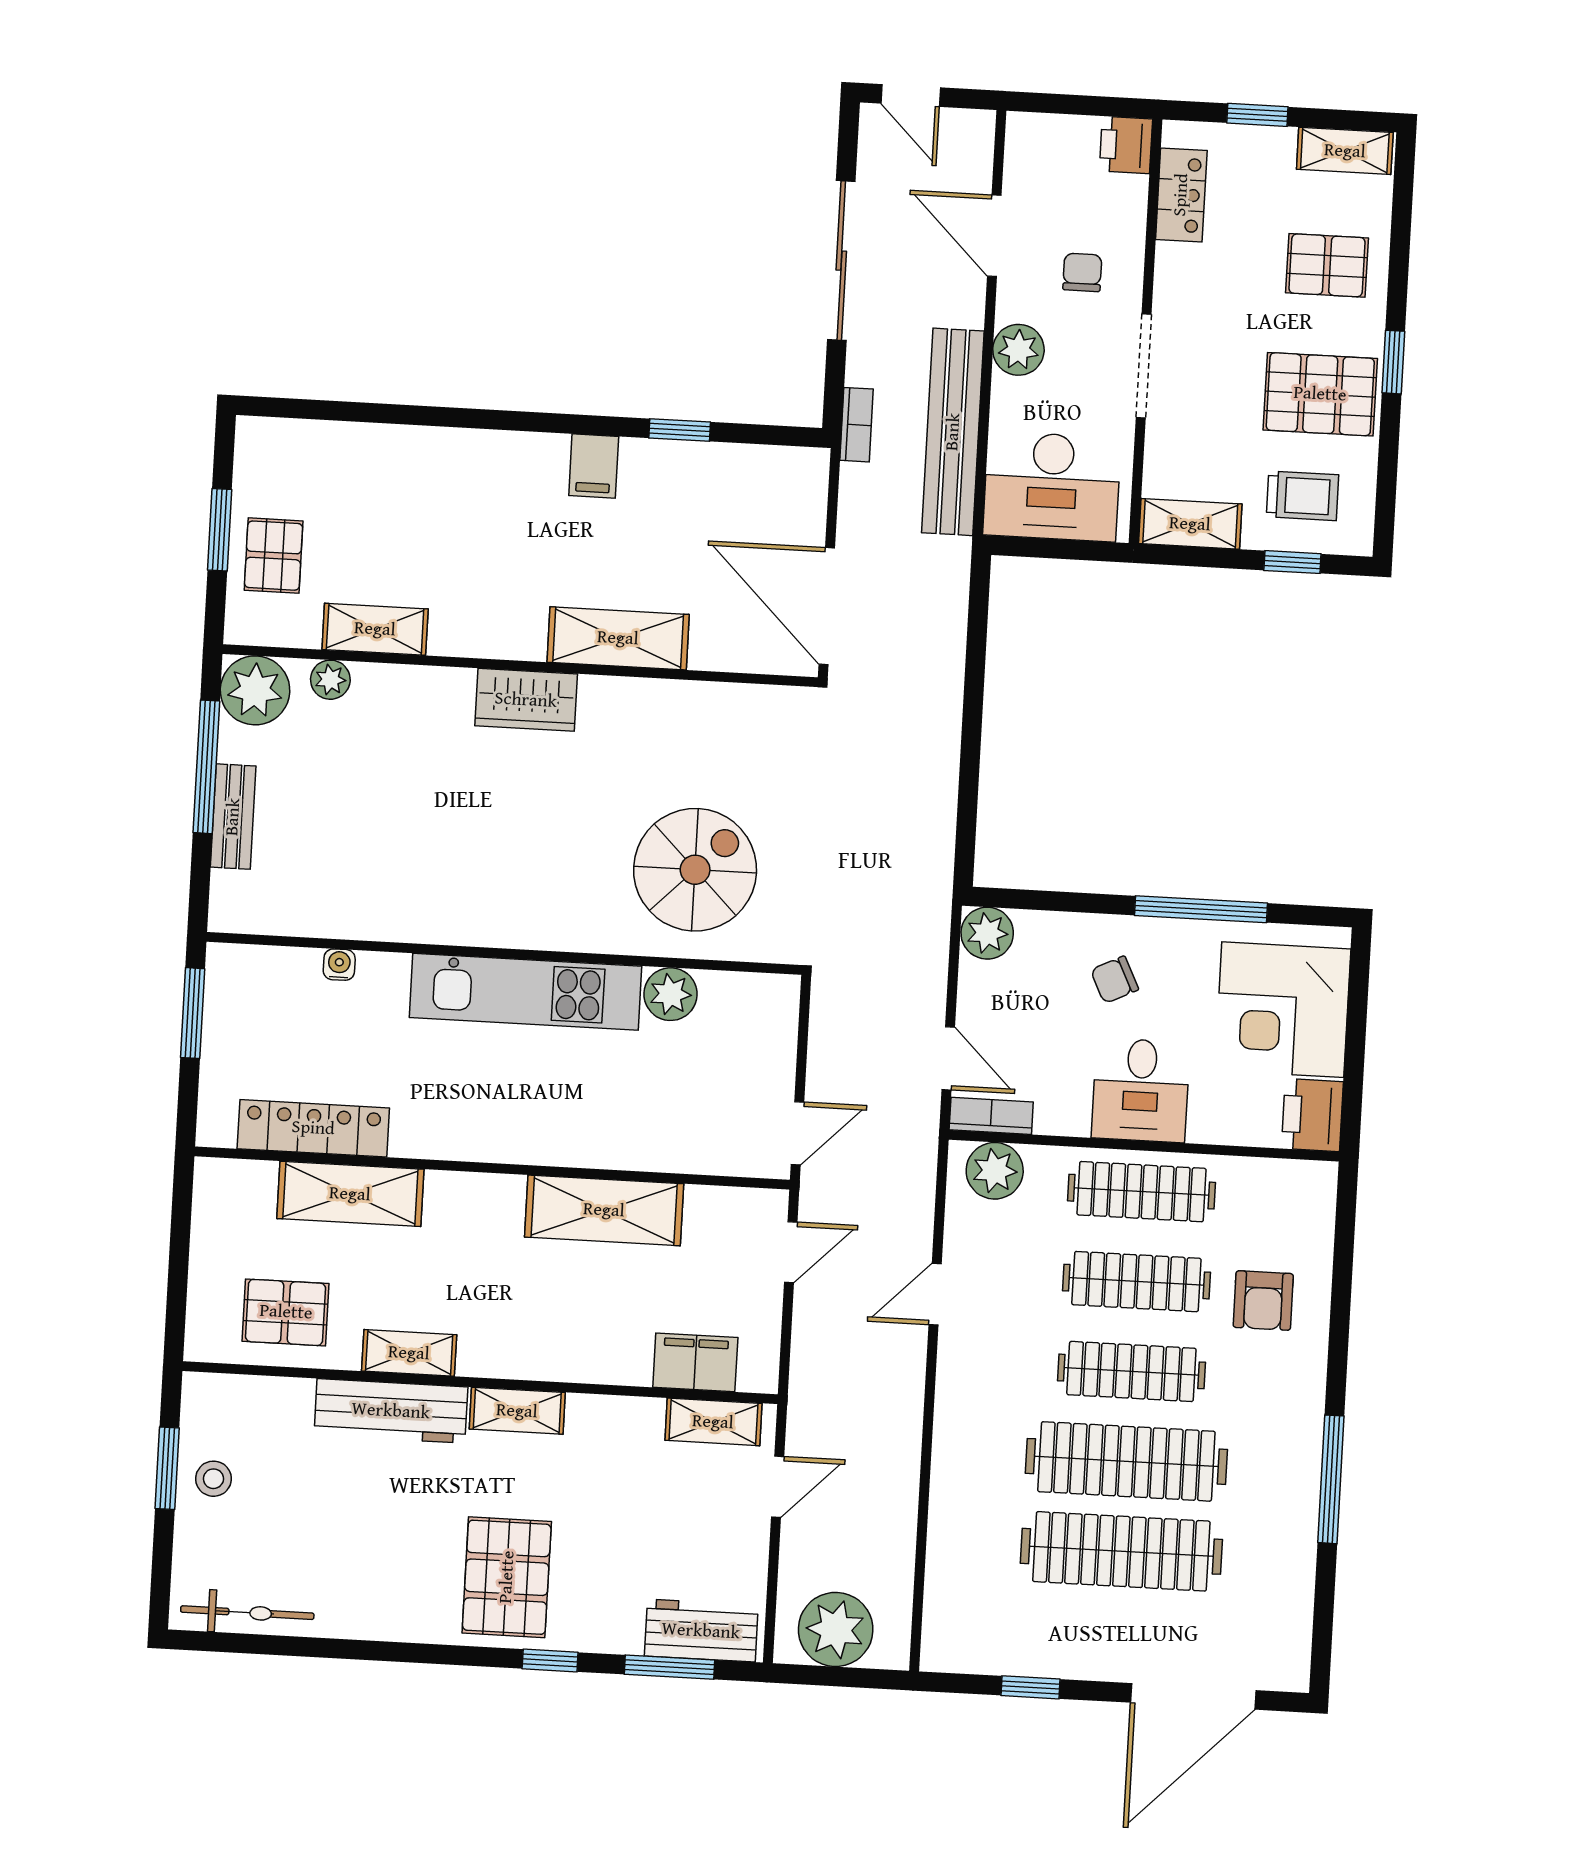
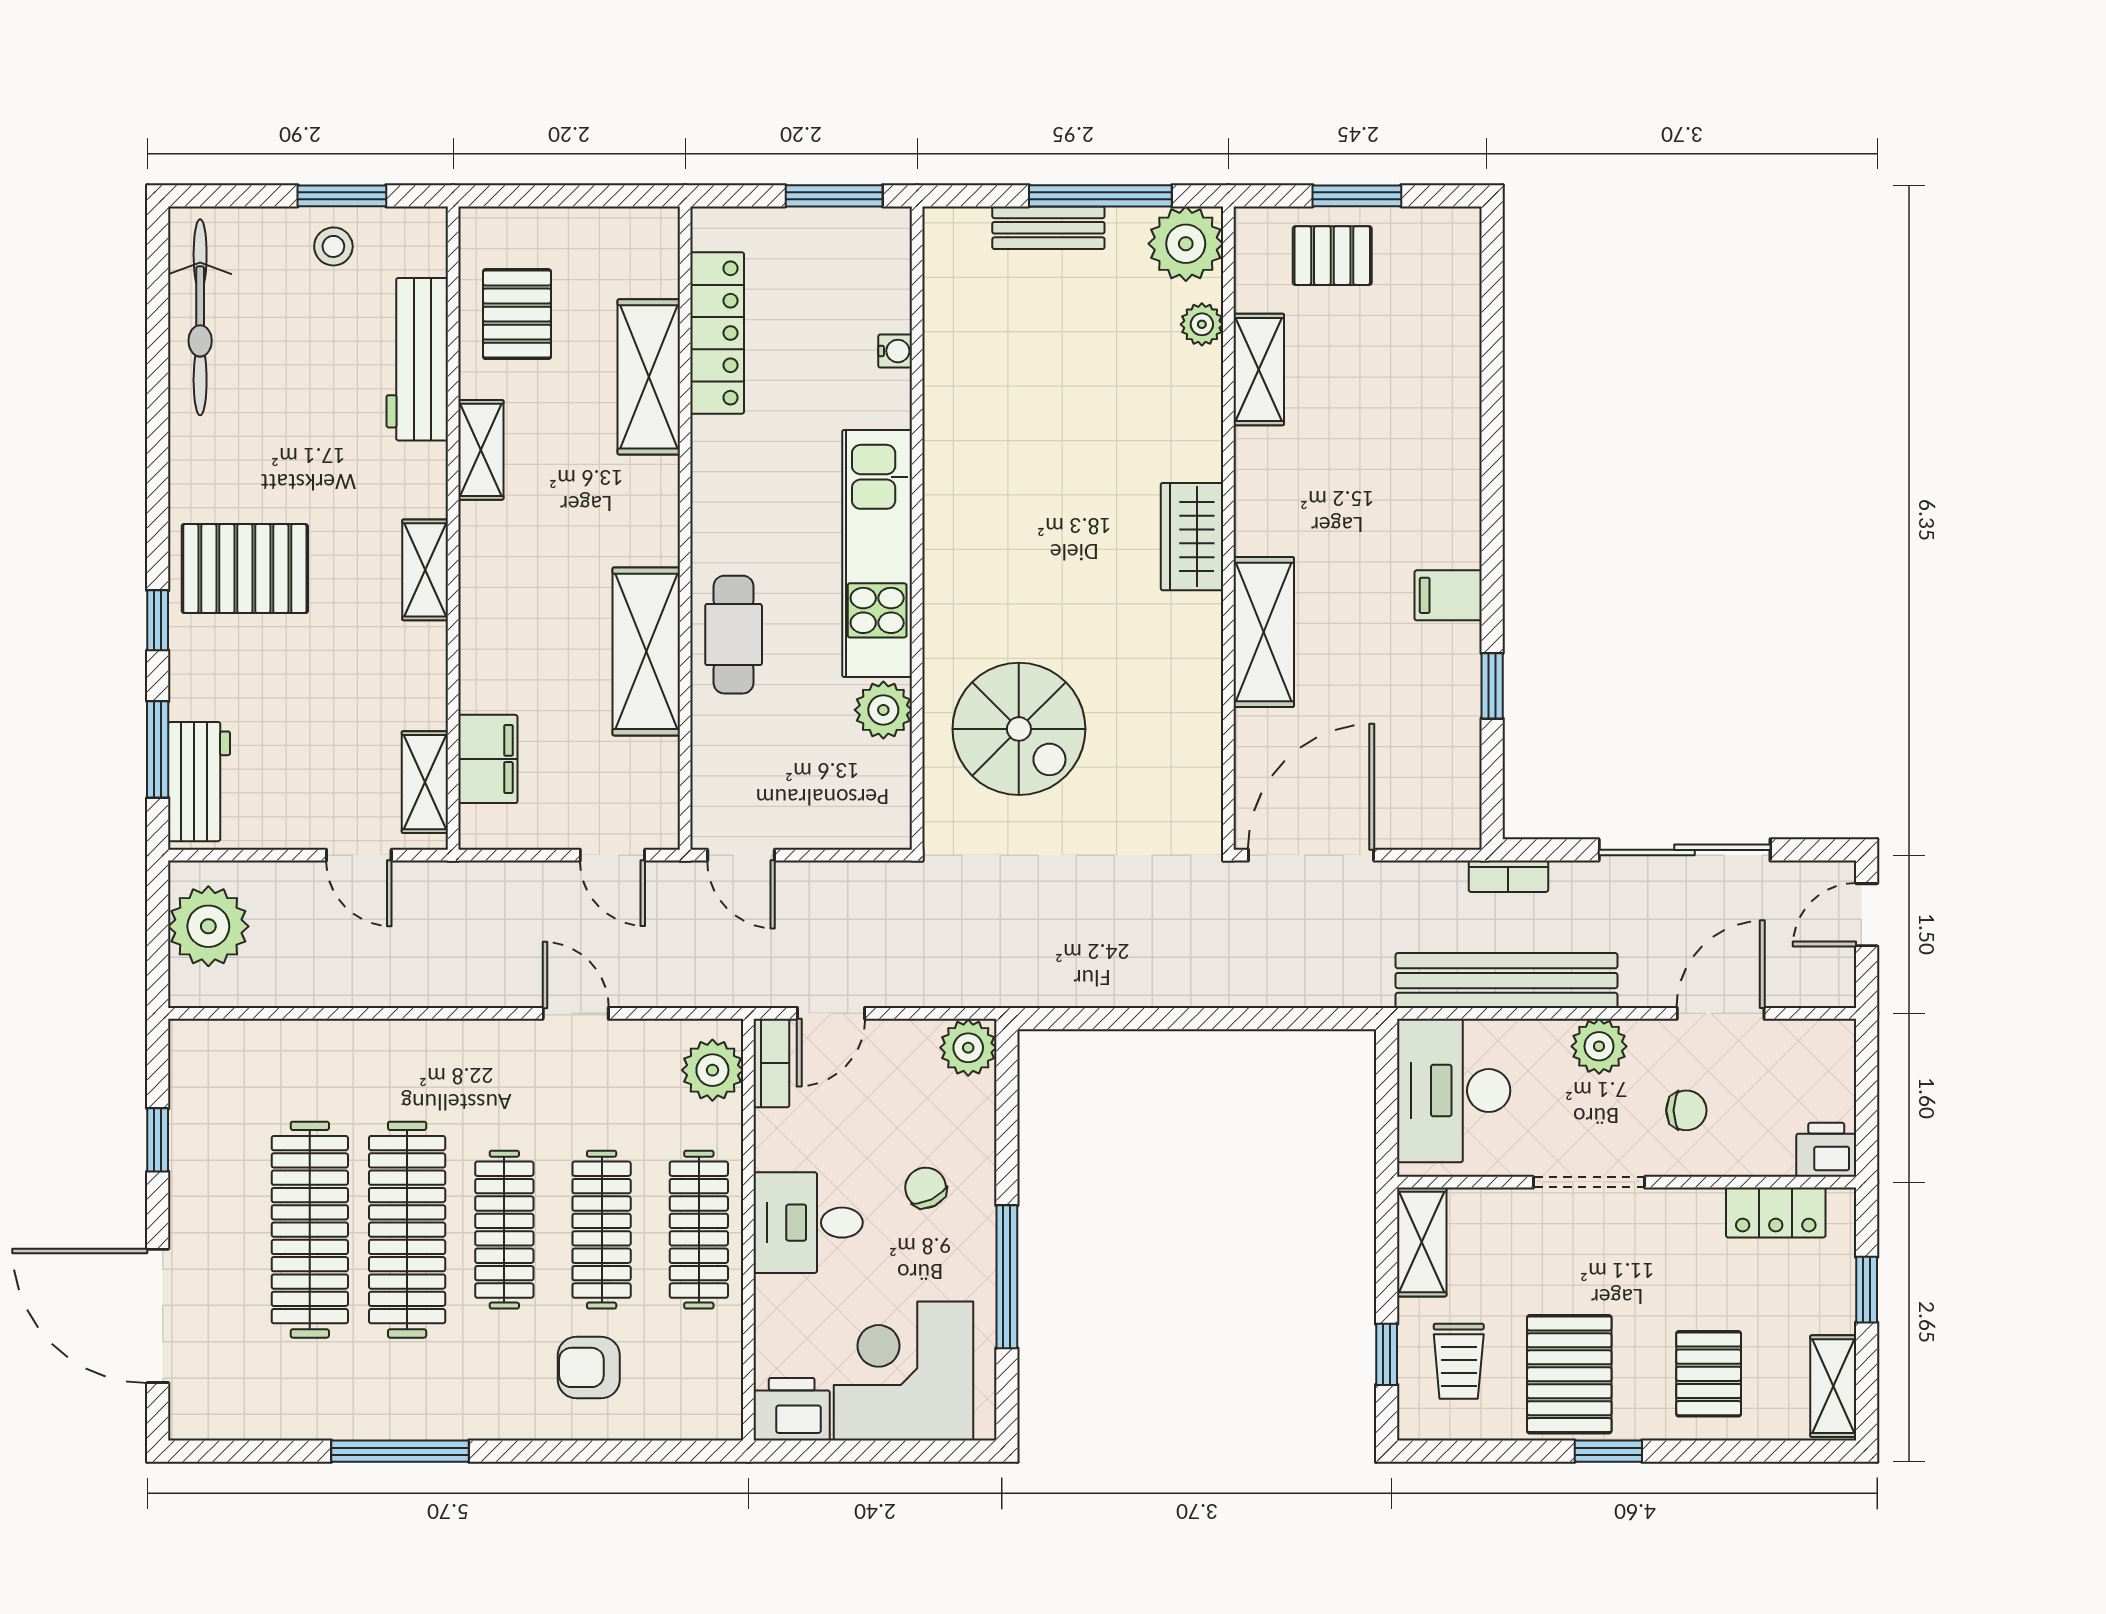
cafe table: (593, 1129) -> (734, 635), added
workbench: (391, 1411) -> (417, 359), moved
bicycle: (247, 1613) -> (200, 317), width x1.37, depth x1.40

